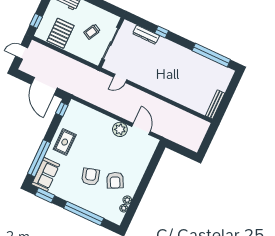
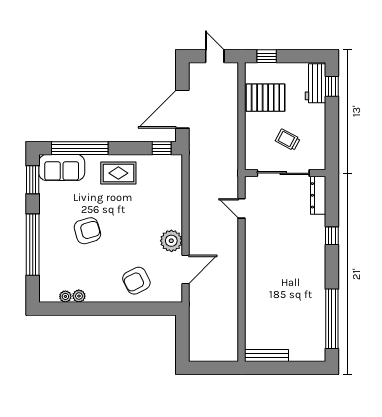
dresser: (146, 35) -> (318, 195), moved
armchair: (115, 180) -> (136, 281), moved

